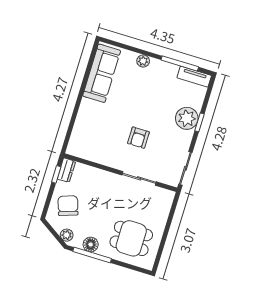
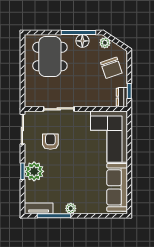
plant: (143, 61) -> (71, 208), moved
corner sofa: (94, 131) -> (109, 137), added
armchair: (138, 138) -> (50, 142), moved
dining table: (131, 238) -> (50, 56), width x1.37

